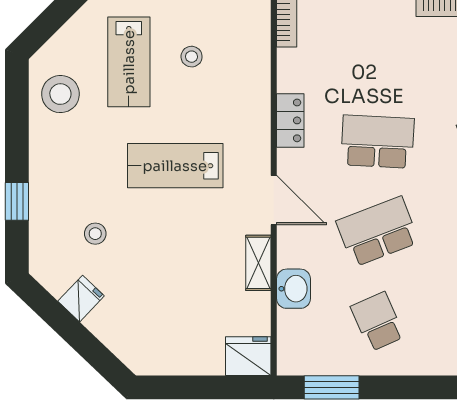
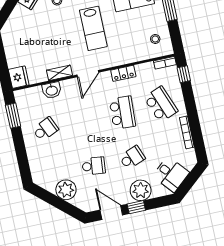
stool: (192, 57) -> (155, 39), moved
lab bench: (175, 166) -> (93, 28), turned 180
school desk: (378, 232) -> (161, 104), moved

